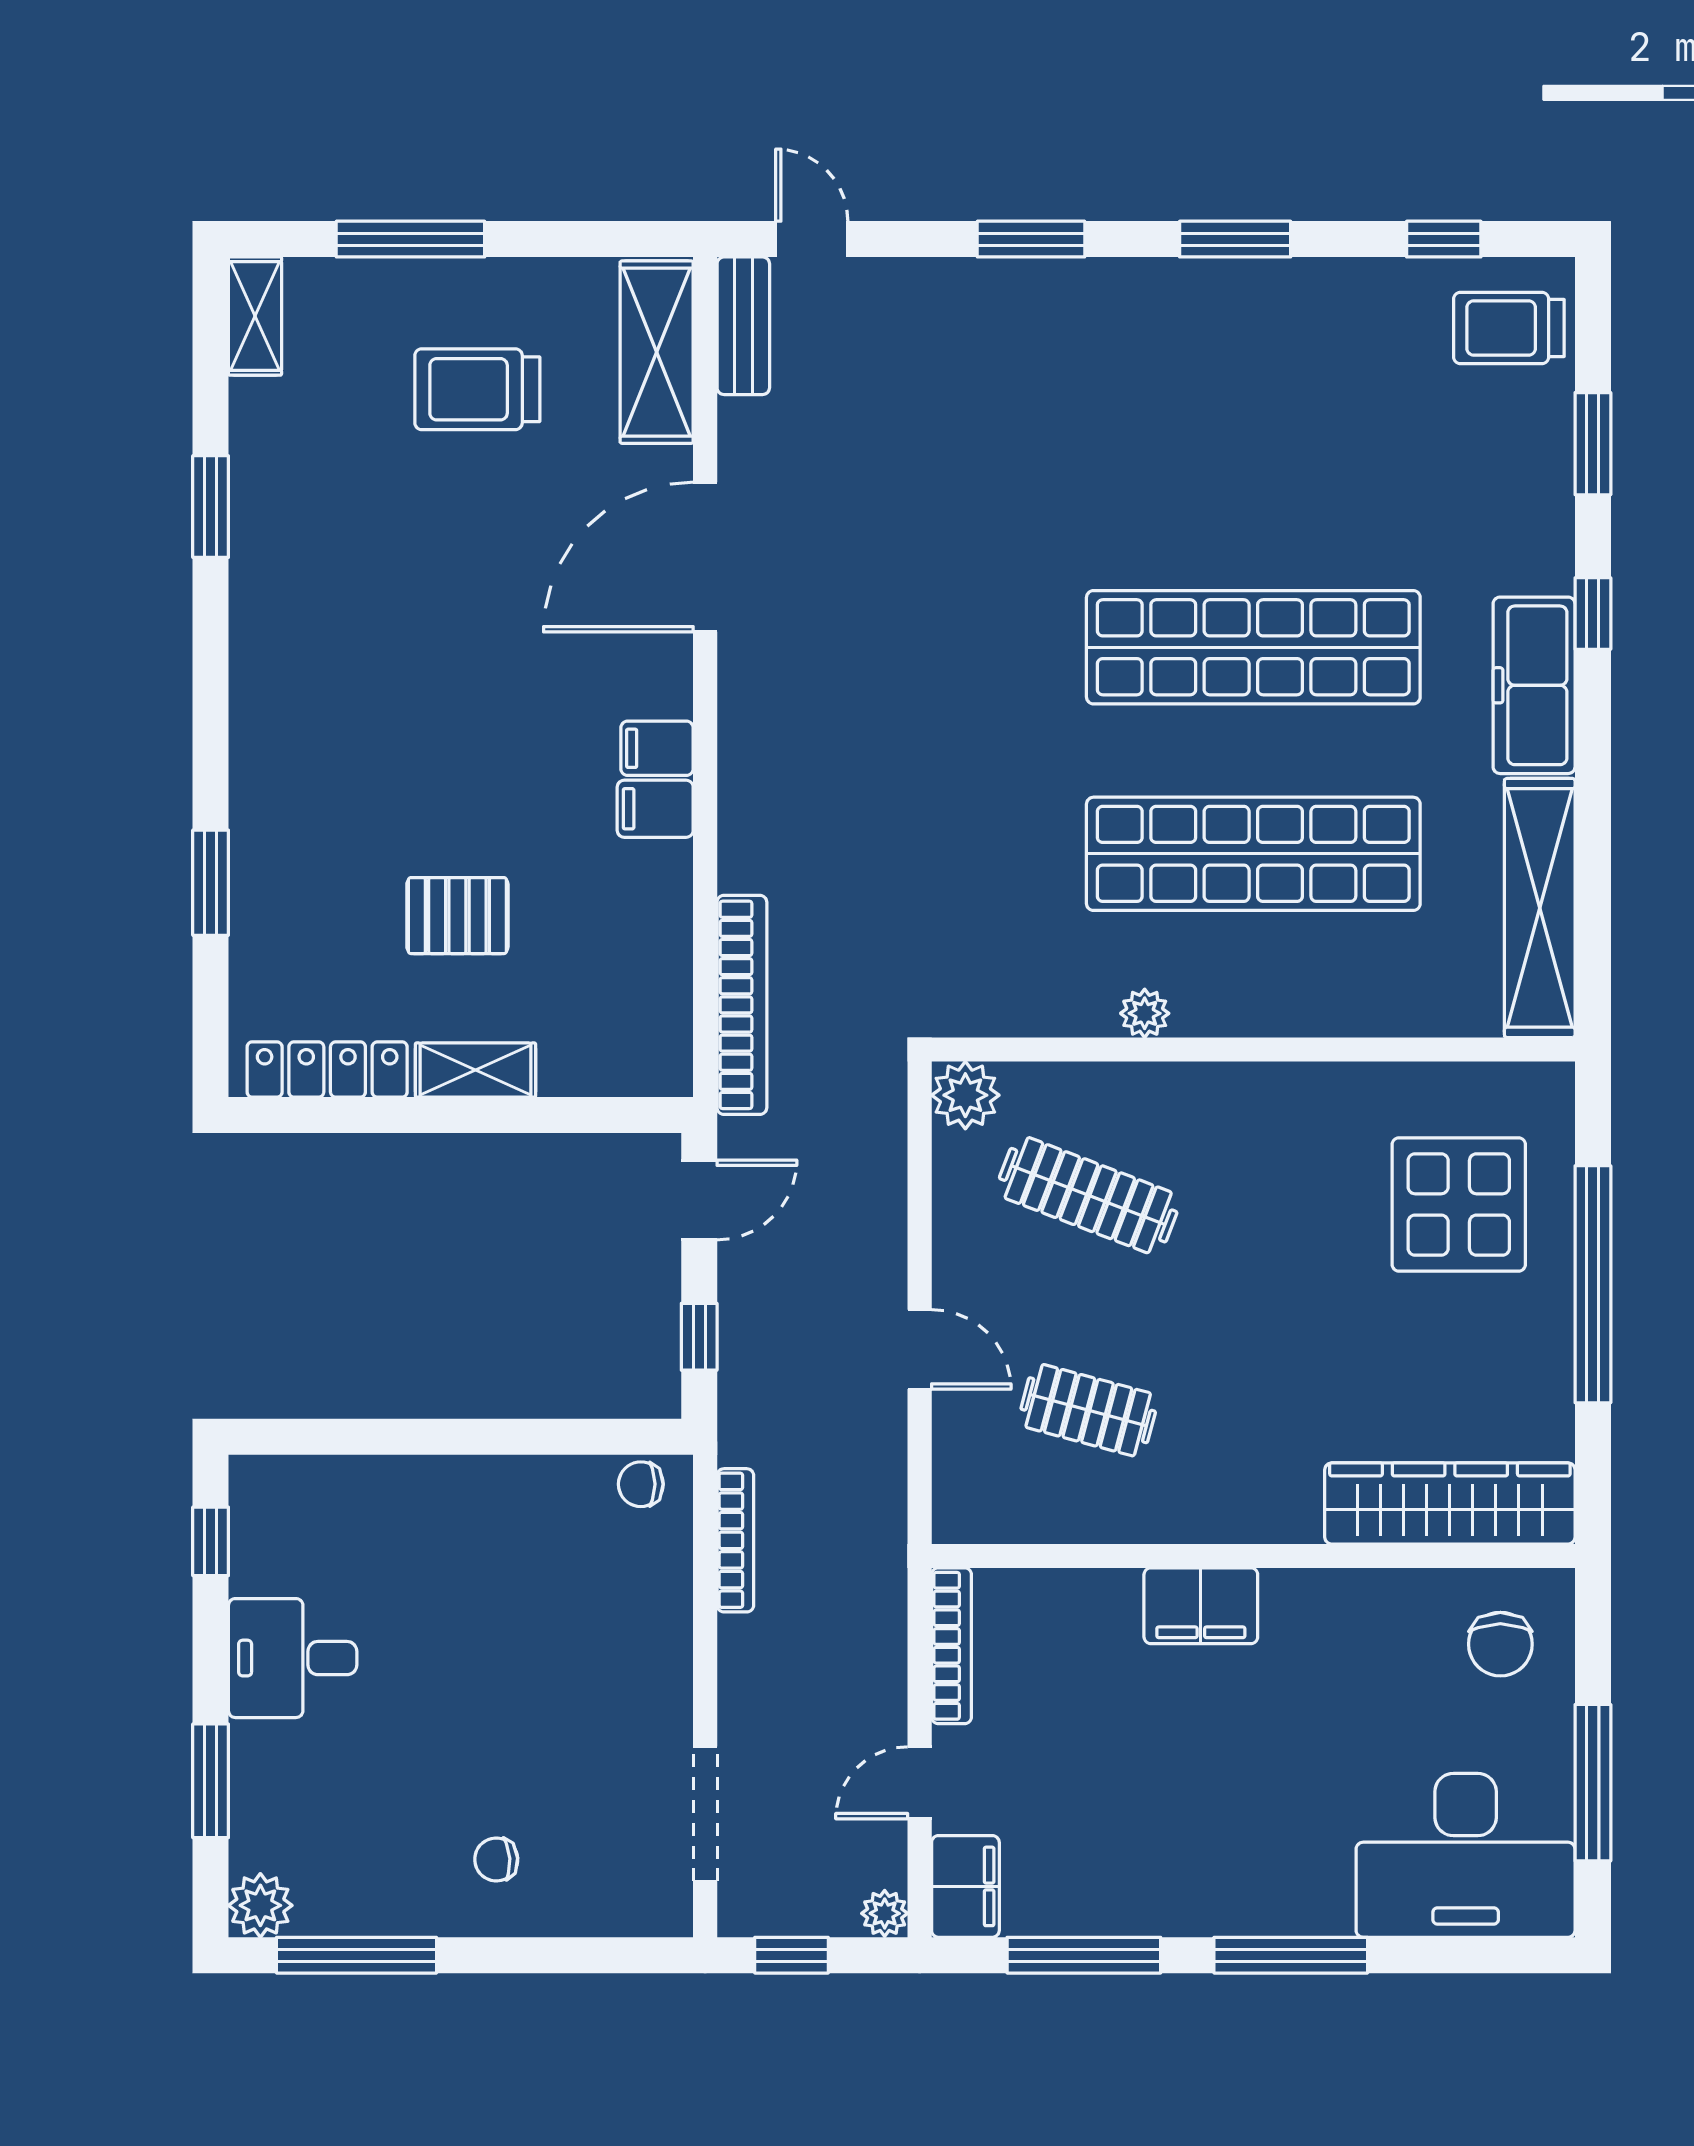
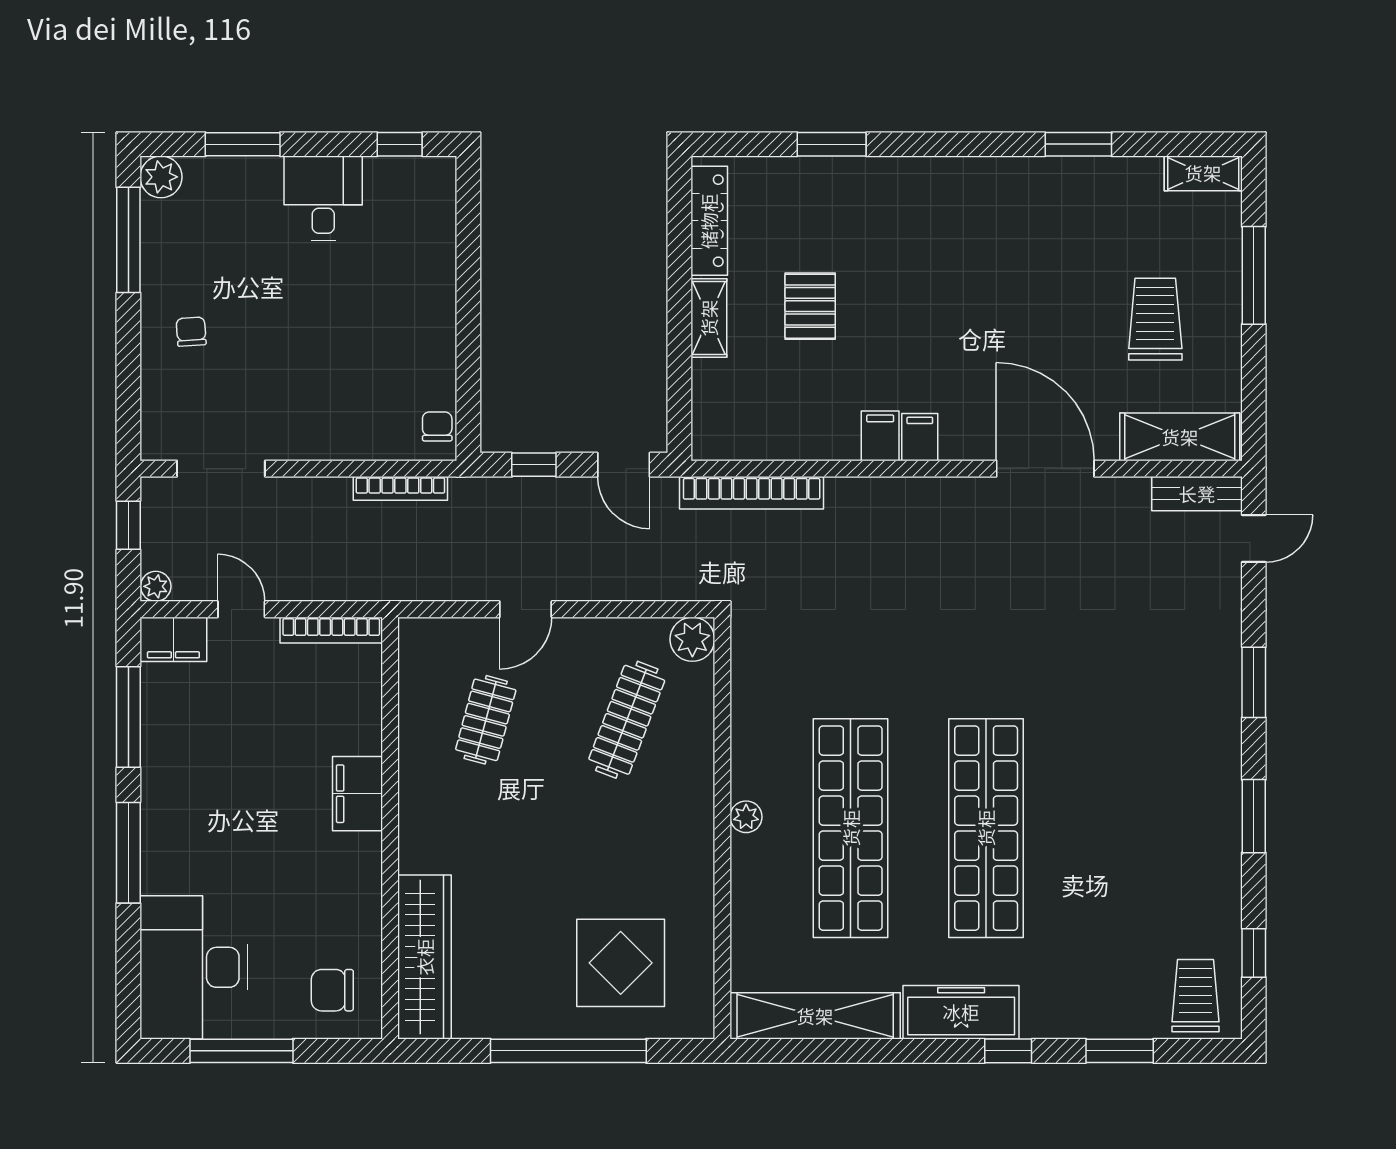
plant: (1145, 1013) -> (746, 817), moved

